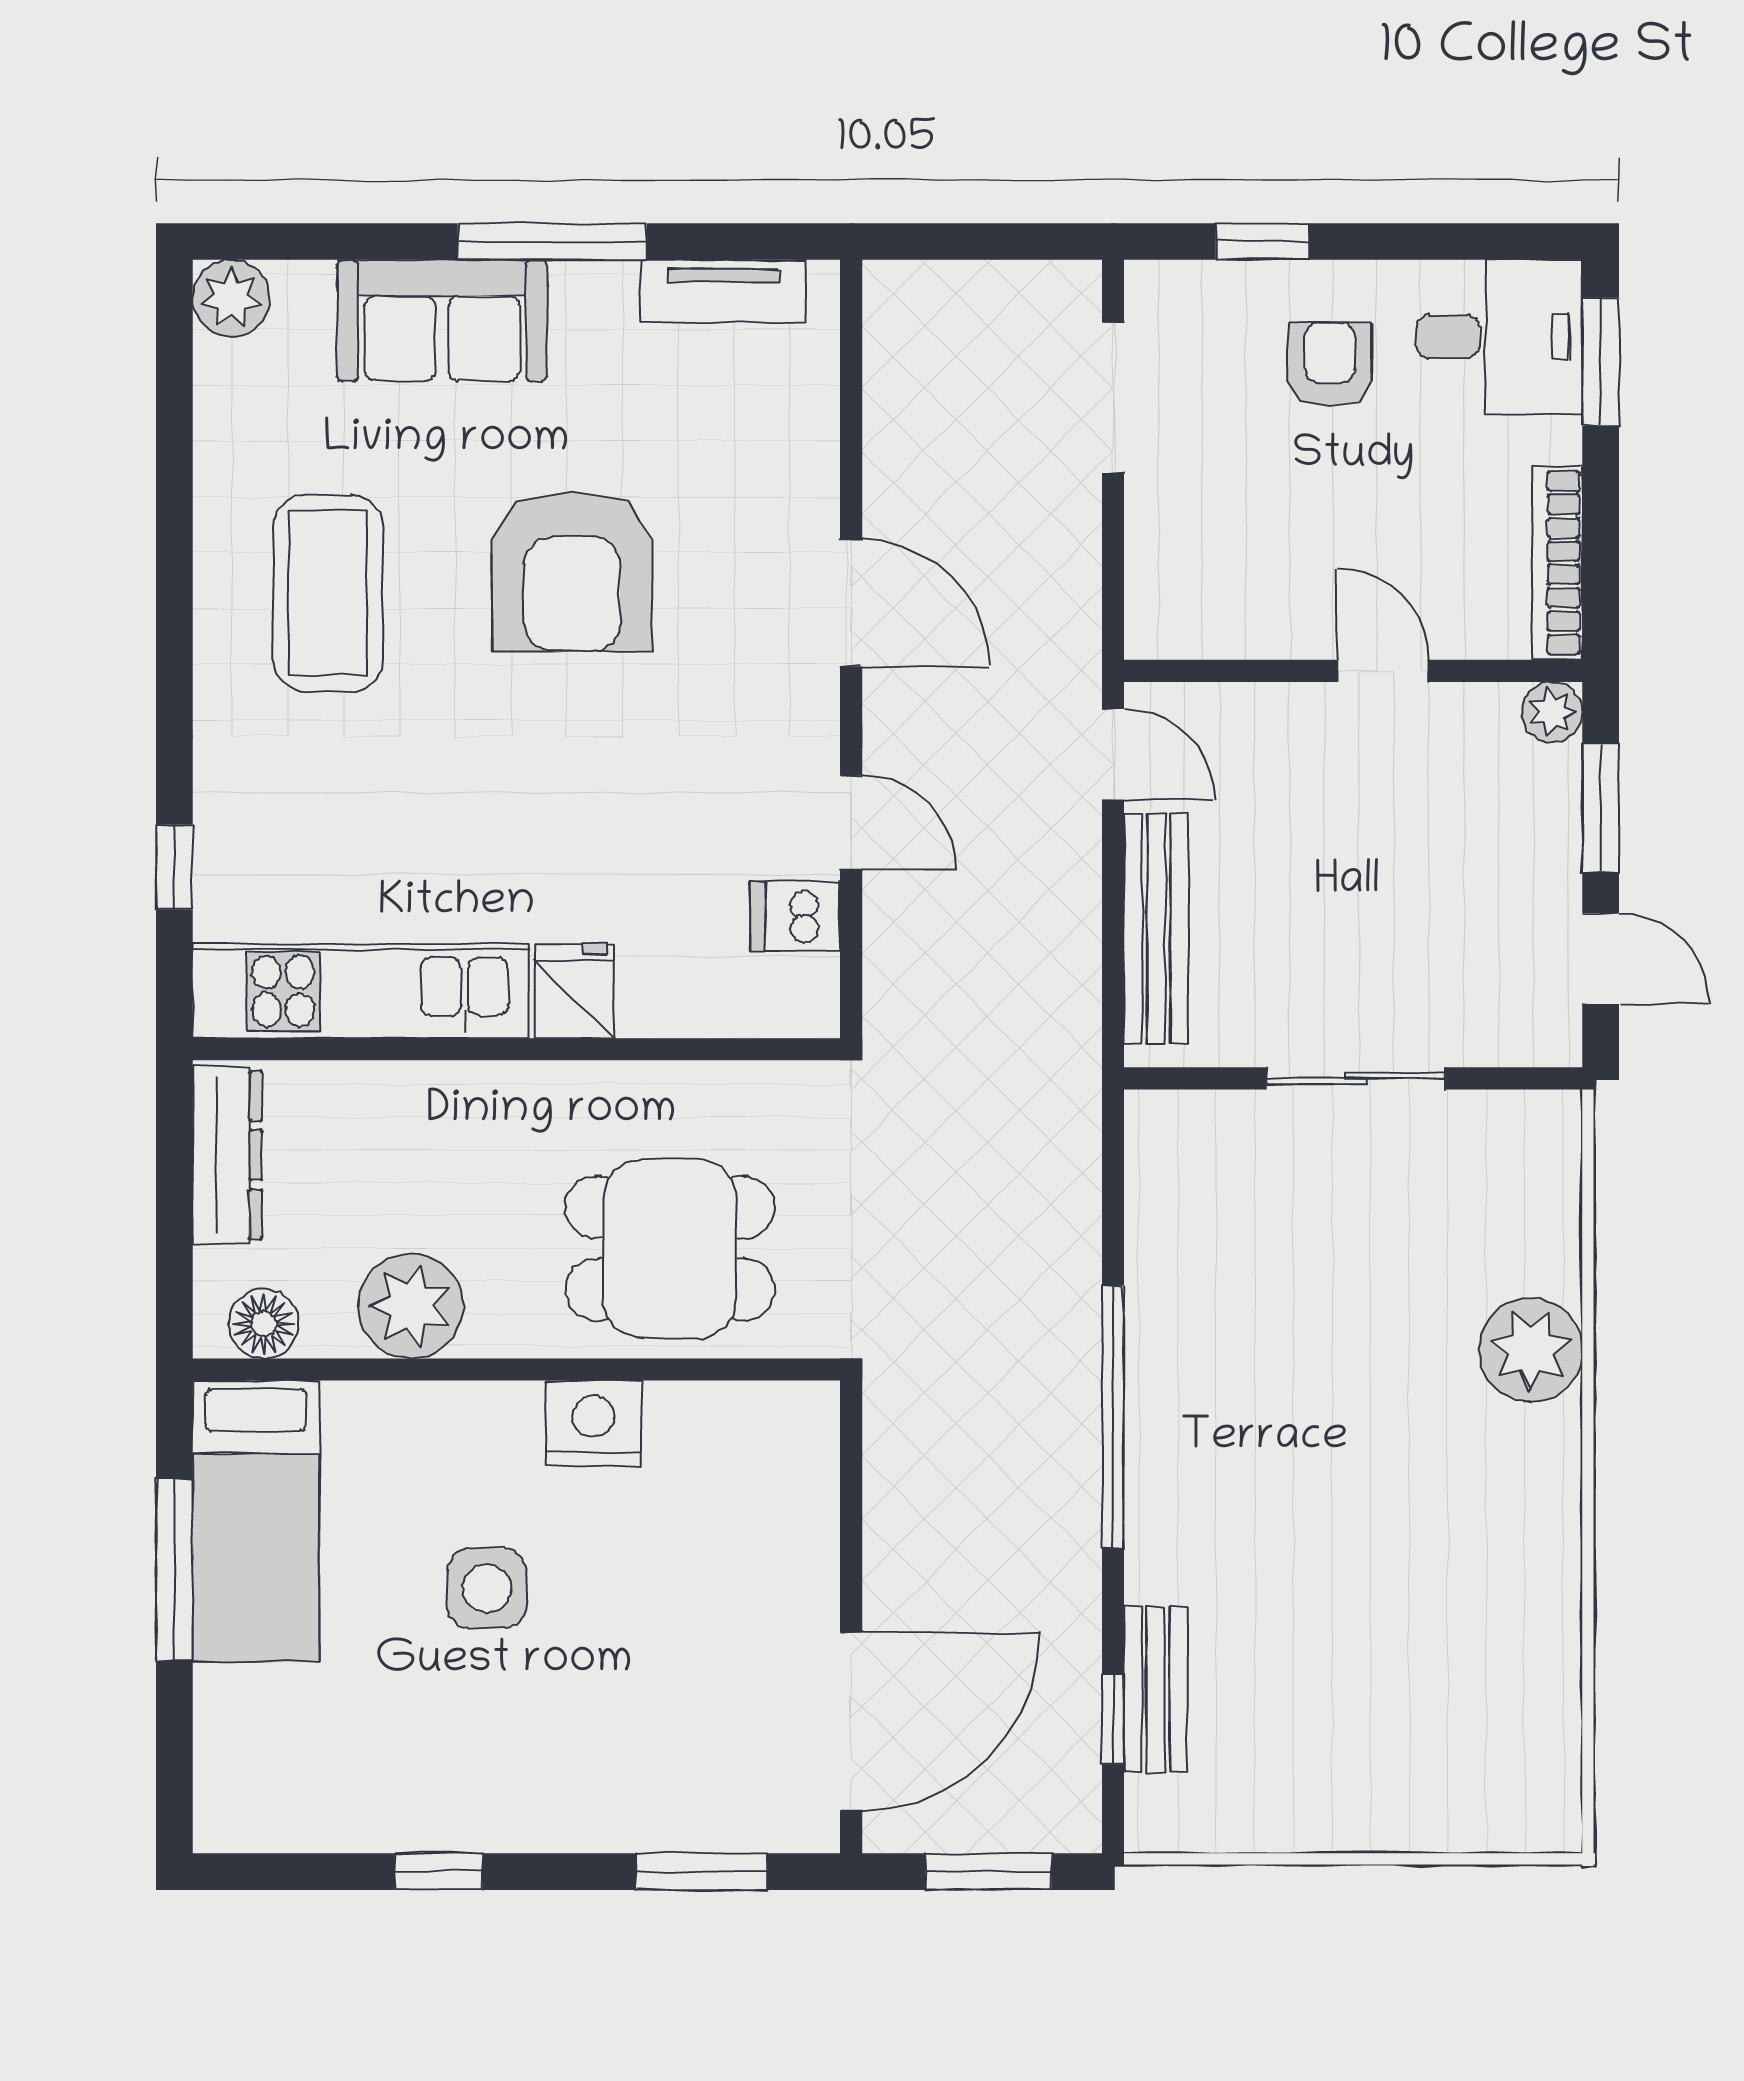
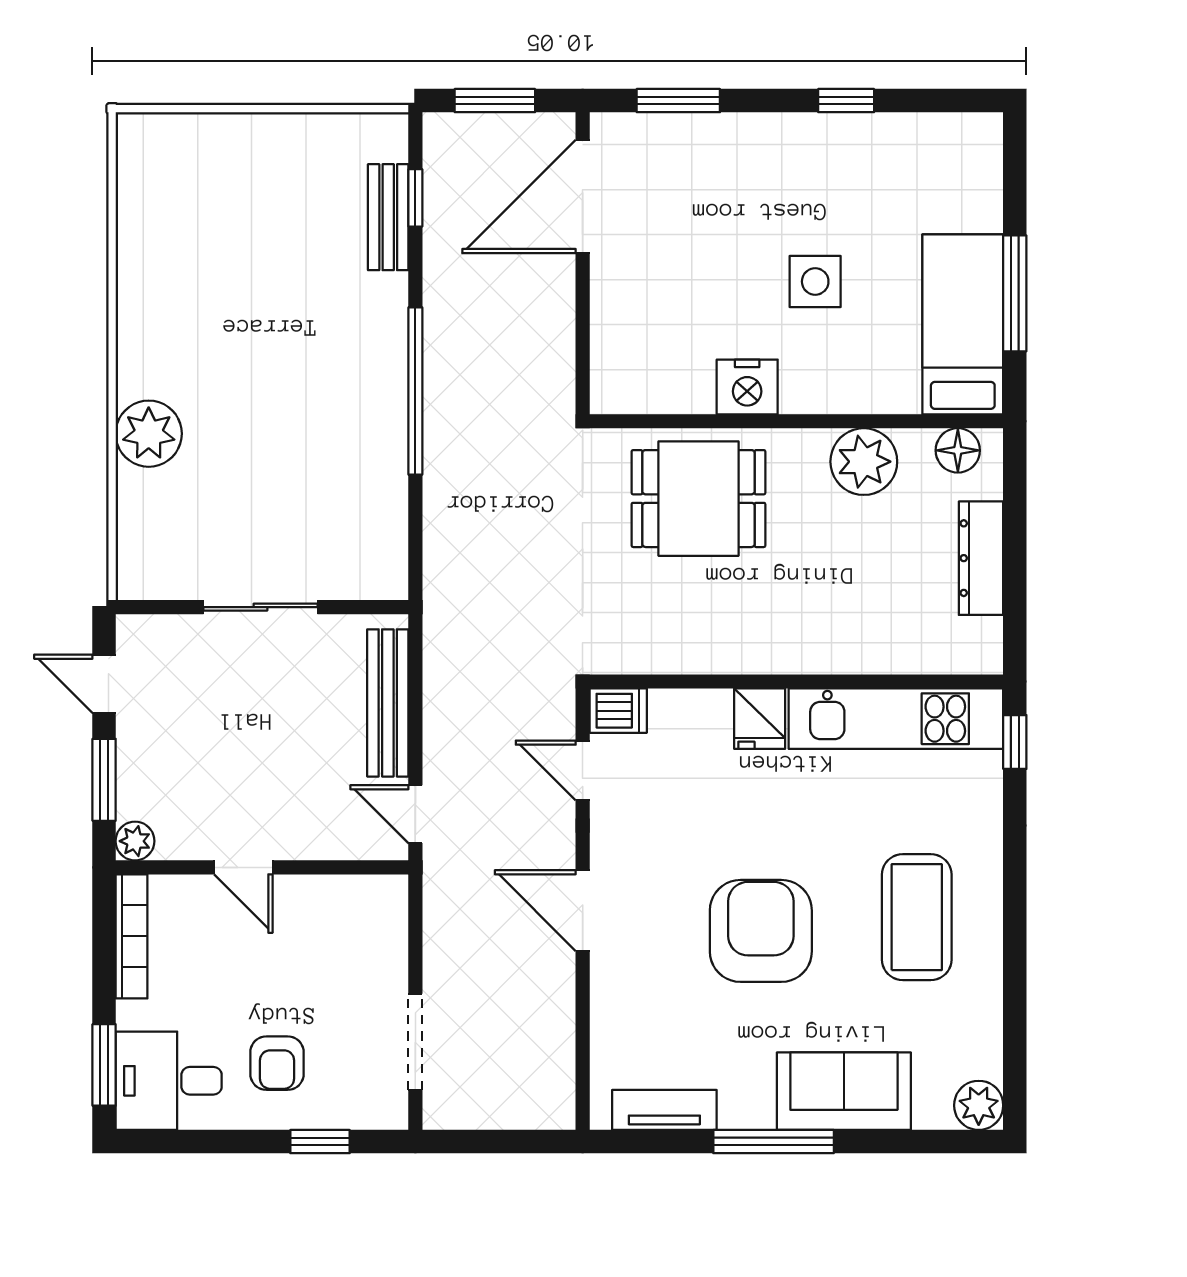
kitchen unit: (360, 991) -> (896, 719), moved
fridge: (574, 991) -> (760, 719), moved
wall: (516, 1049) -> (796, 681), moved

